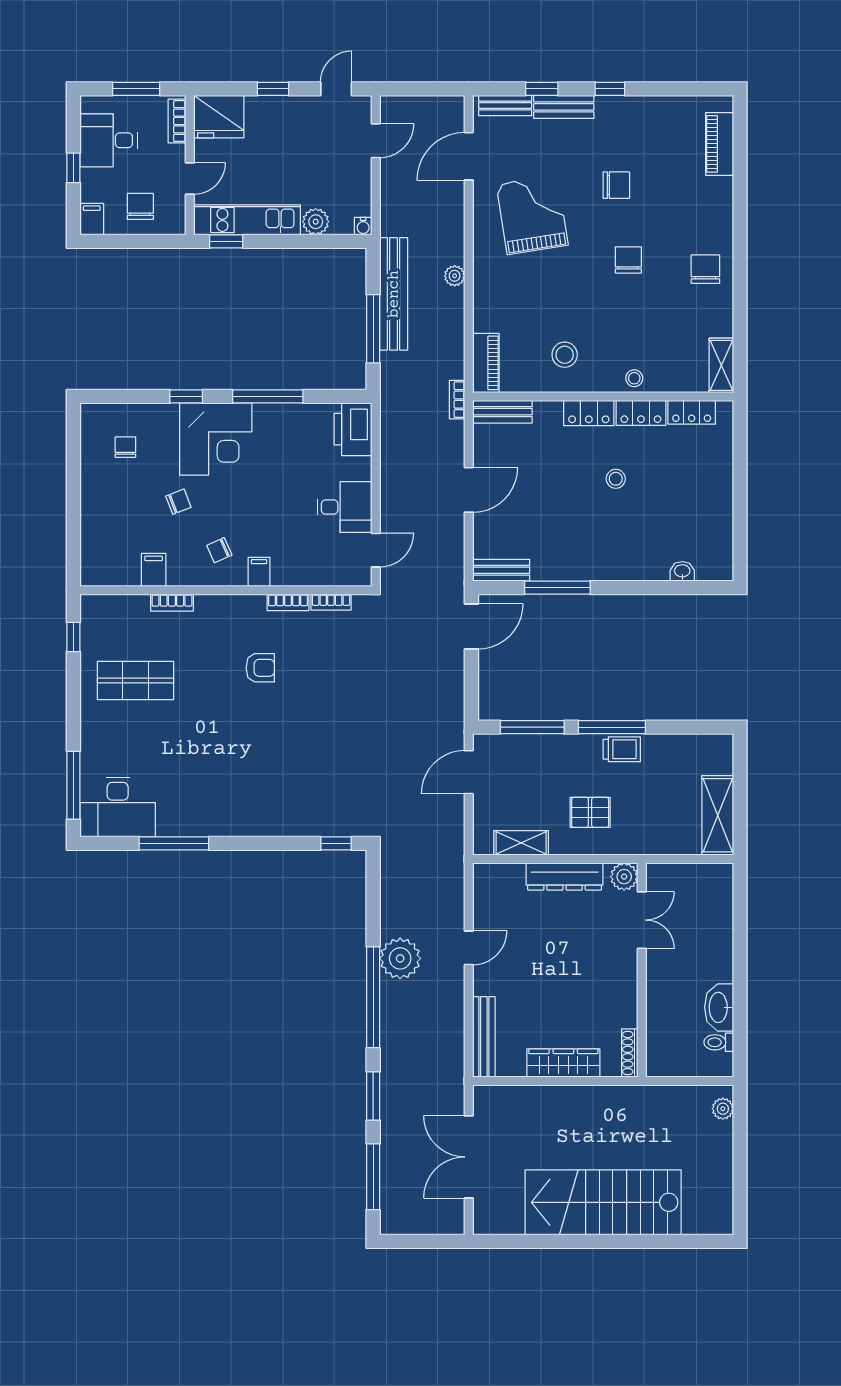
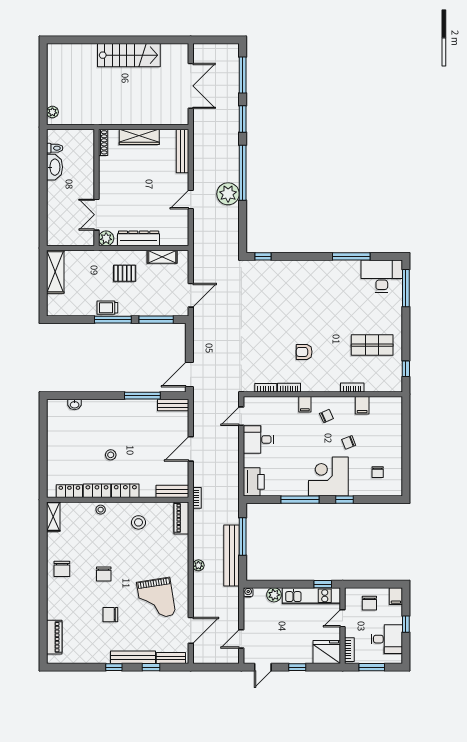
bench: (564, 107) -> (133, 657), width x1.36
stairs: (603, 1202) -> (129, 55), width x0.73, depth x0.66

